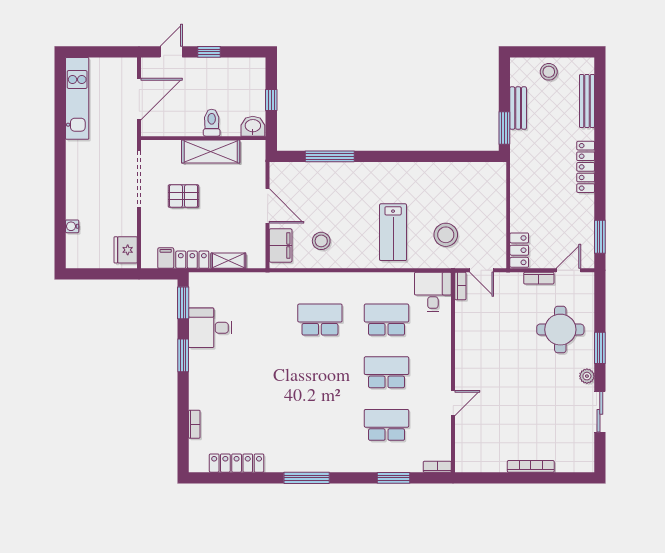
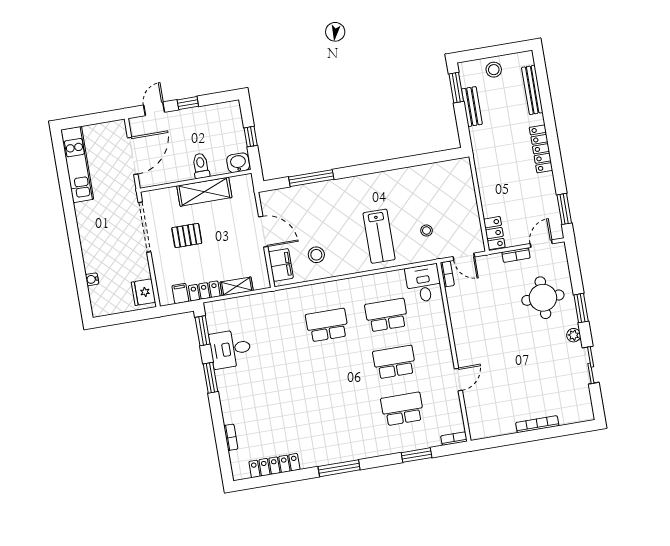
window: (504, 128) -> (456, 88), moved
stool: (446, 235) -> (426, 231), width x0.53, depth x0.53

